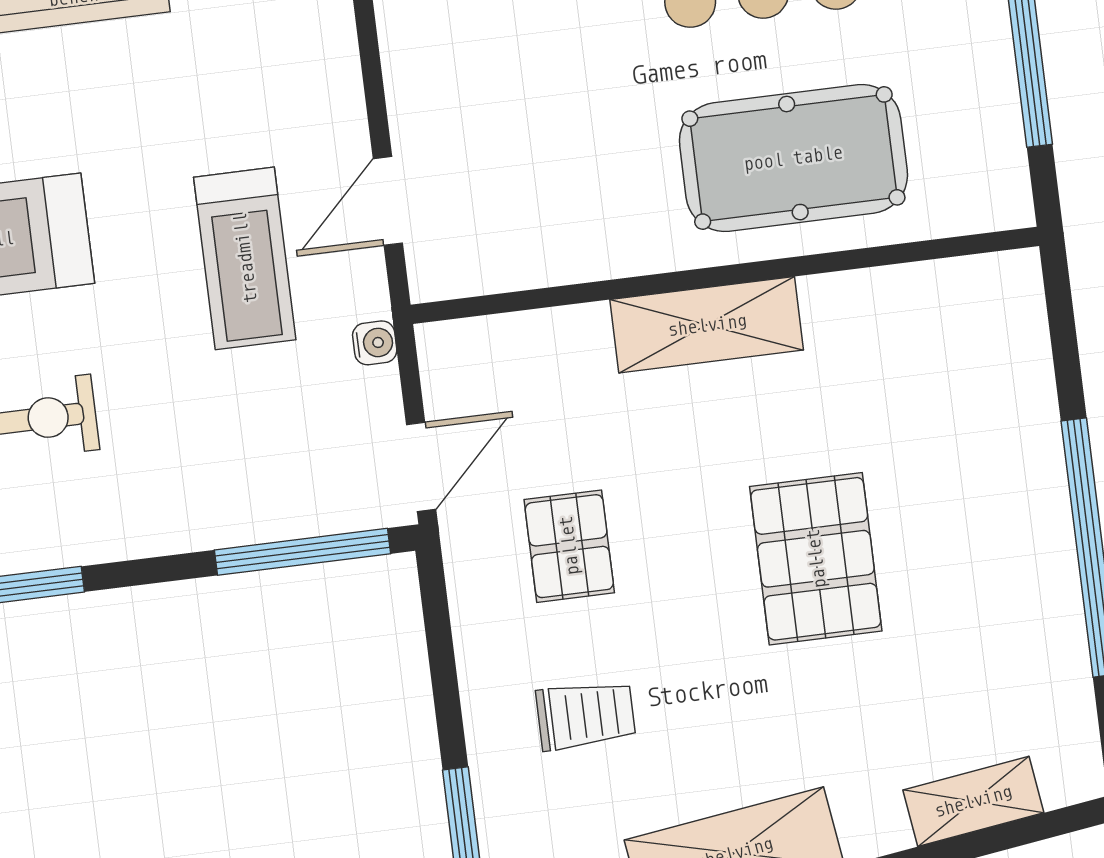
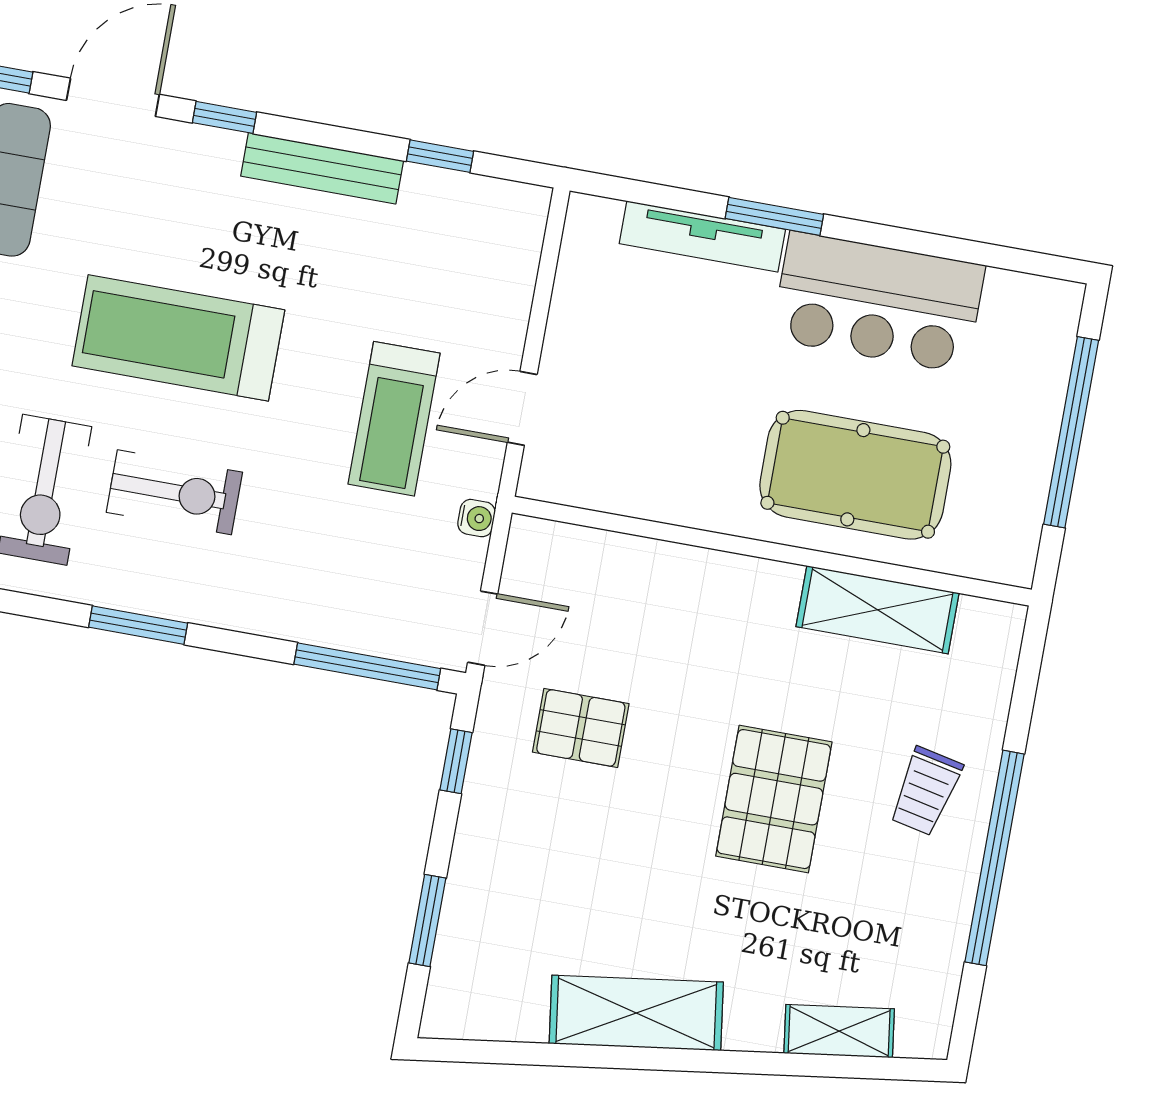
shelving: (707, 325) -> (878, 610), moved
pallet: (569, 546) -> (581, 728), turned 90
window: (438, 629) -> (456, 761), added
trolley: (586, 715) -> (926, 791), moved, turned 102

